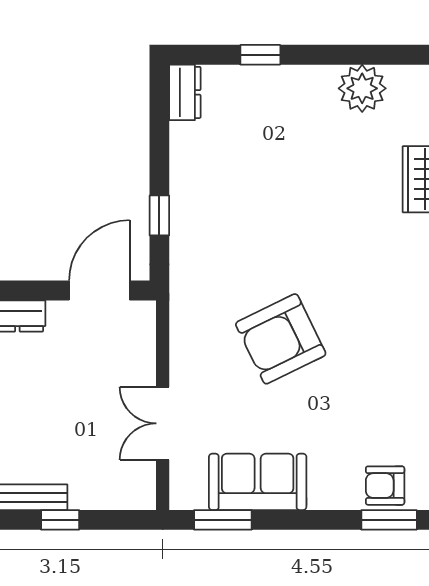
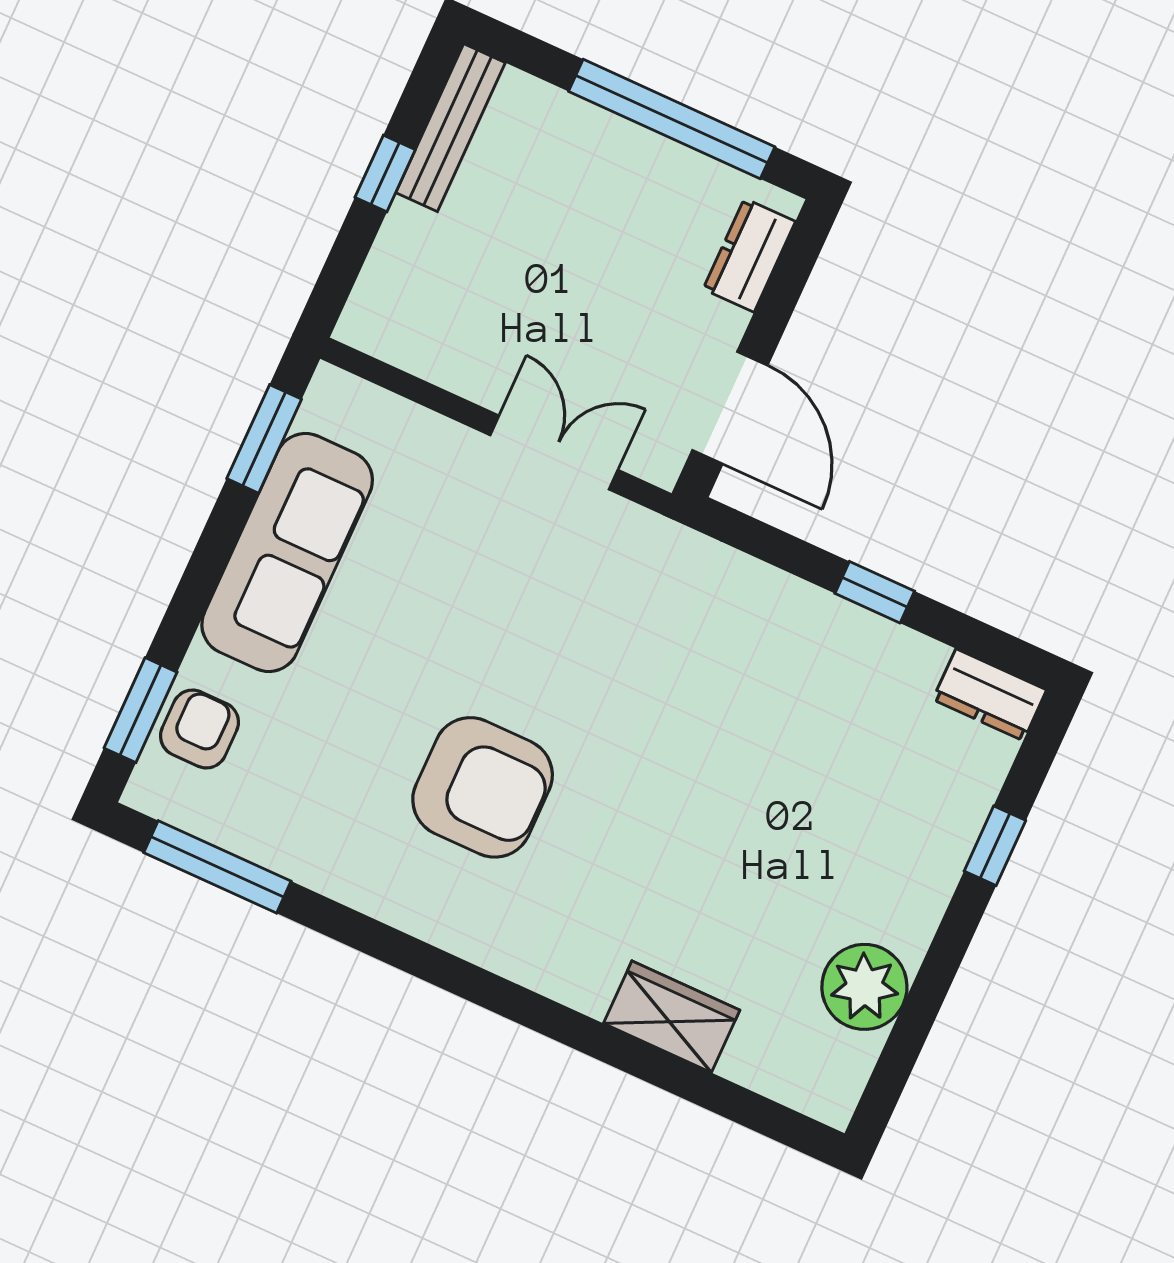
window: (159, 215) -> (875, 592), moved
armchair: (281, 339) -> (483, 787), moved, turned 116
double door: (163, 423) -> (554, 452), moved
sofa: (258, 482) -> (287, 552), width x1.36

